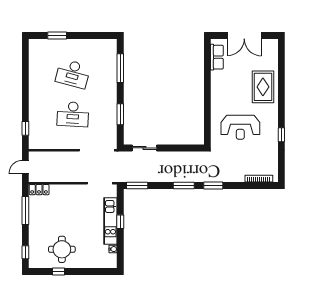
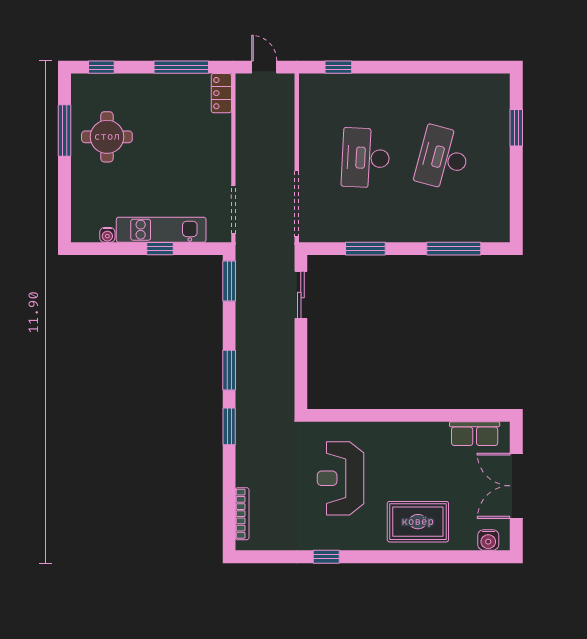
water cooler: (273, 50) -> (488, 540), added
window: (59, 271) -> (65, 131), width x2.17

